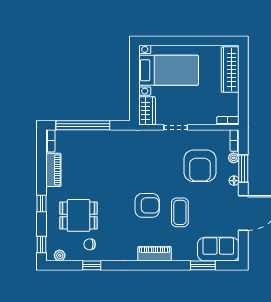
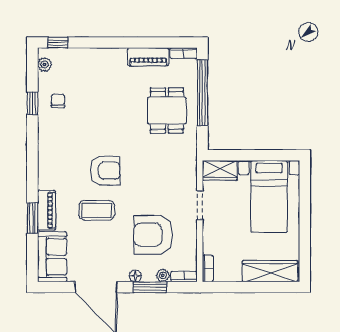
window: (42, 204) -> (107, 43), removed
armchair: (147, 205) -> (105, 171), turned -90
dining table: (78, 215) -> (167, 111), moved
piano: (155, 254) -> (47, 210), moved
window: (203, 265) -> (32, 218), moved

